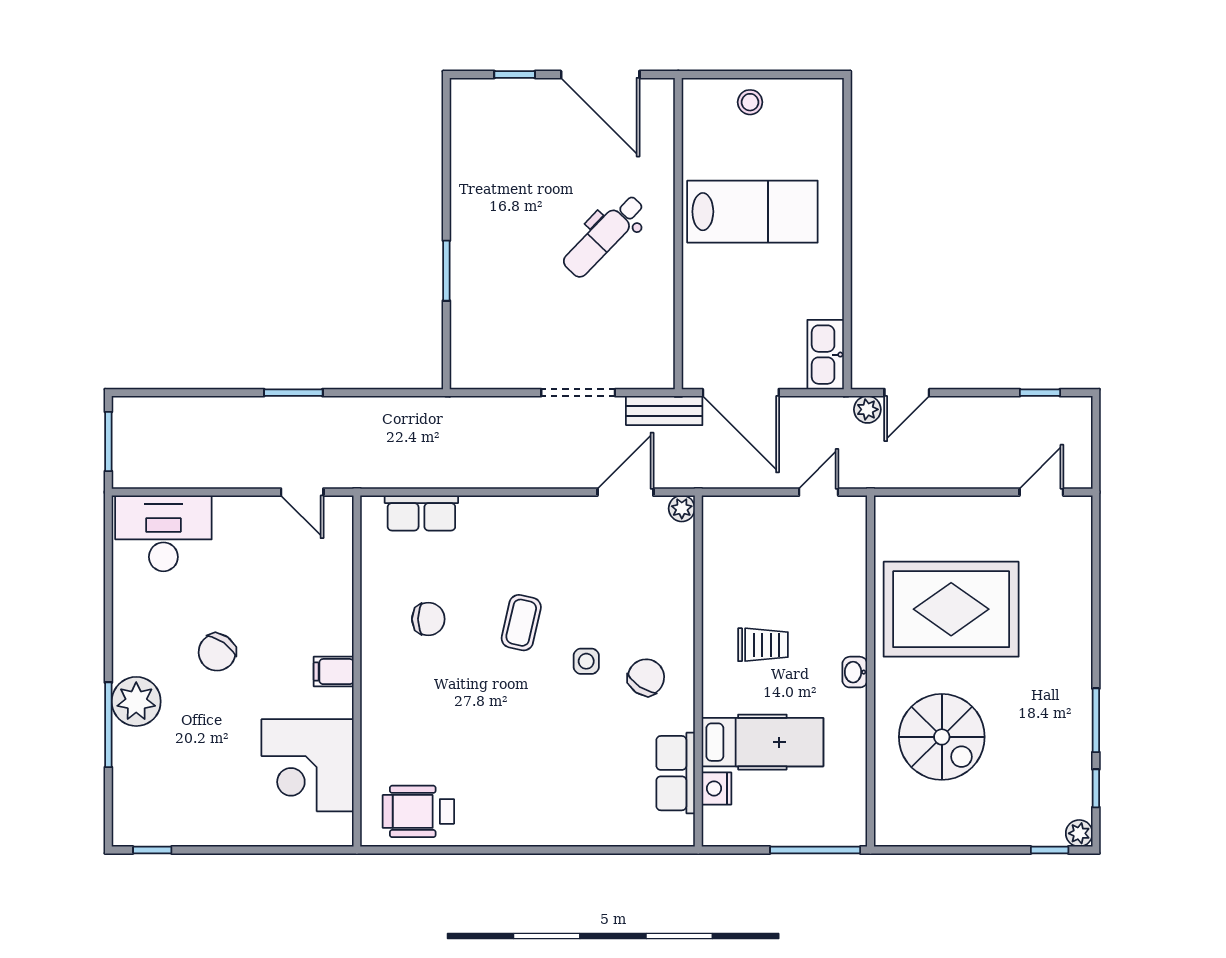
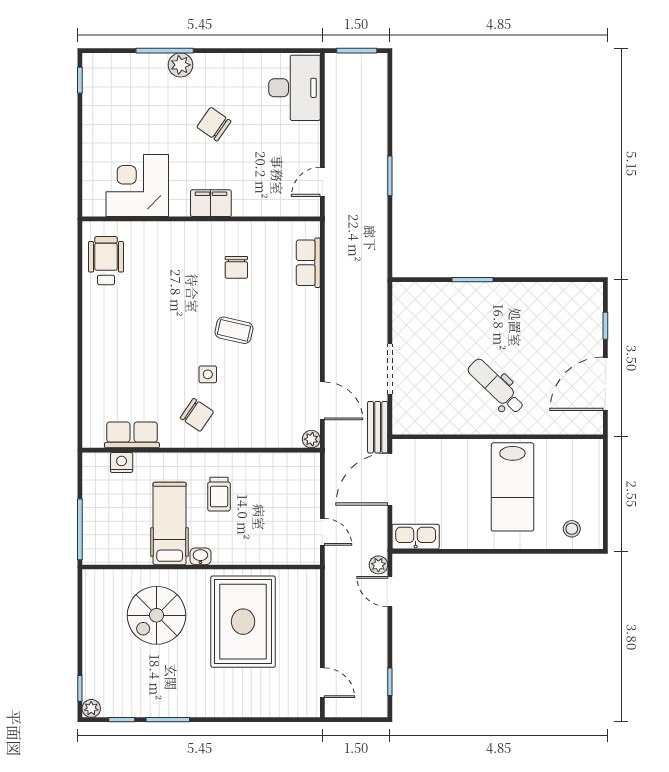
stool: (750, 102) -> (572, 529), moved
filing cabinet: (334, 672) -> (211, 203), width x2.00
plant: (136, 701) -> (181, 65), width x0.73, depth x0.73
hospital bed: (762, 742) -> (170, 523), moved, turned 180

